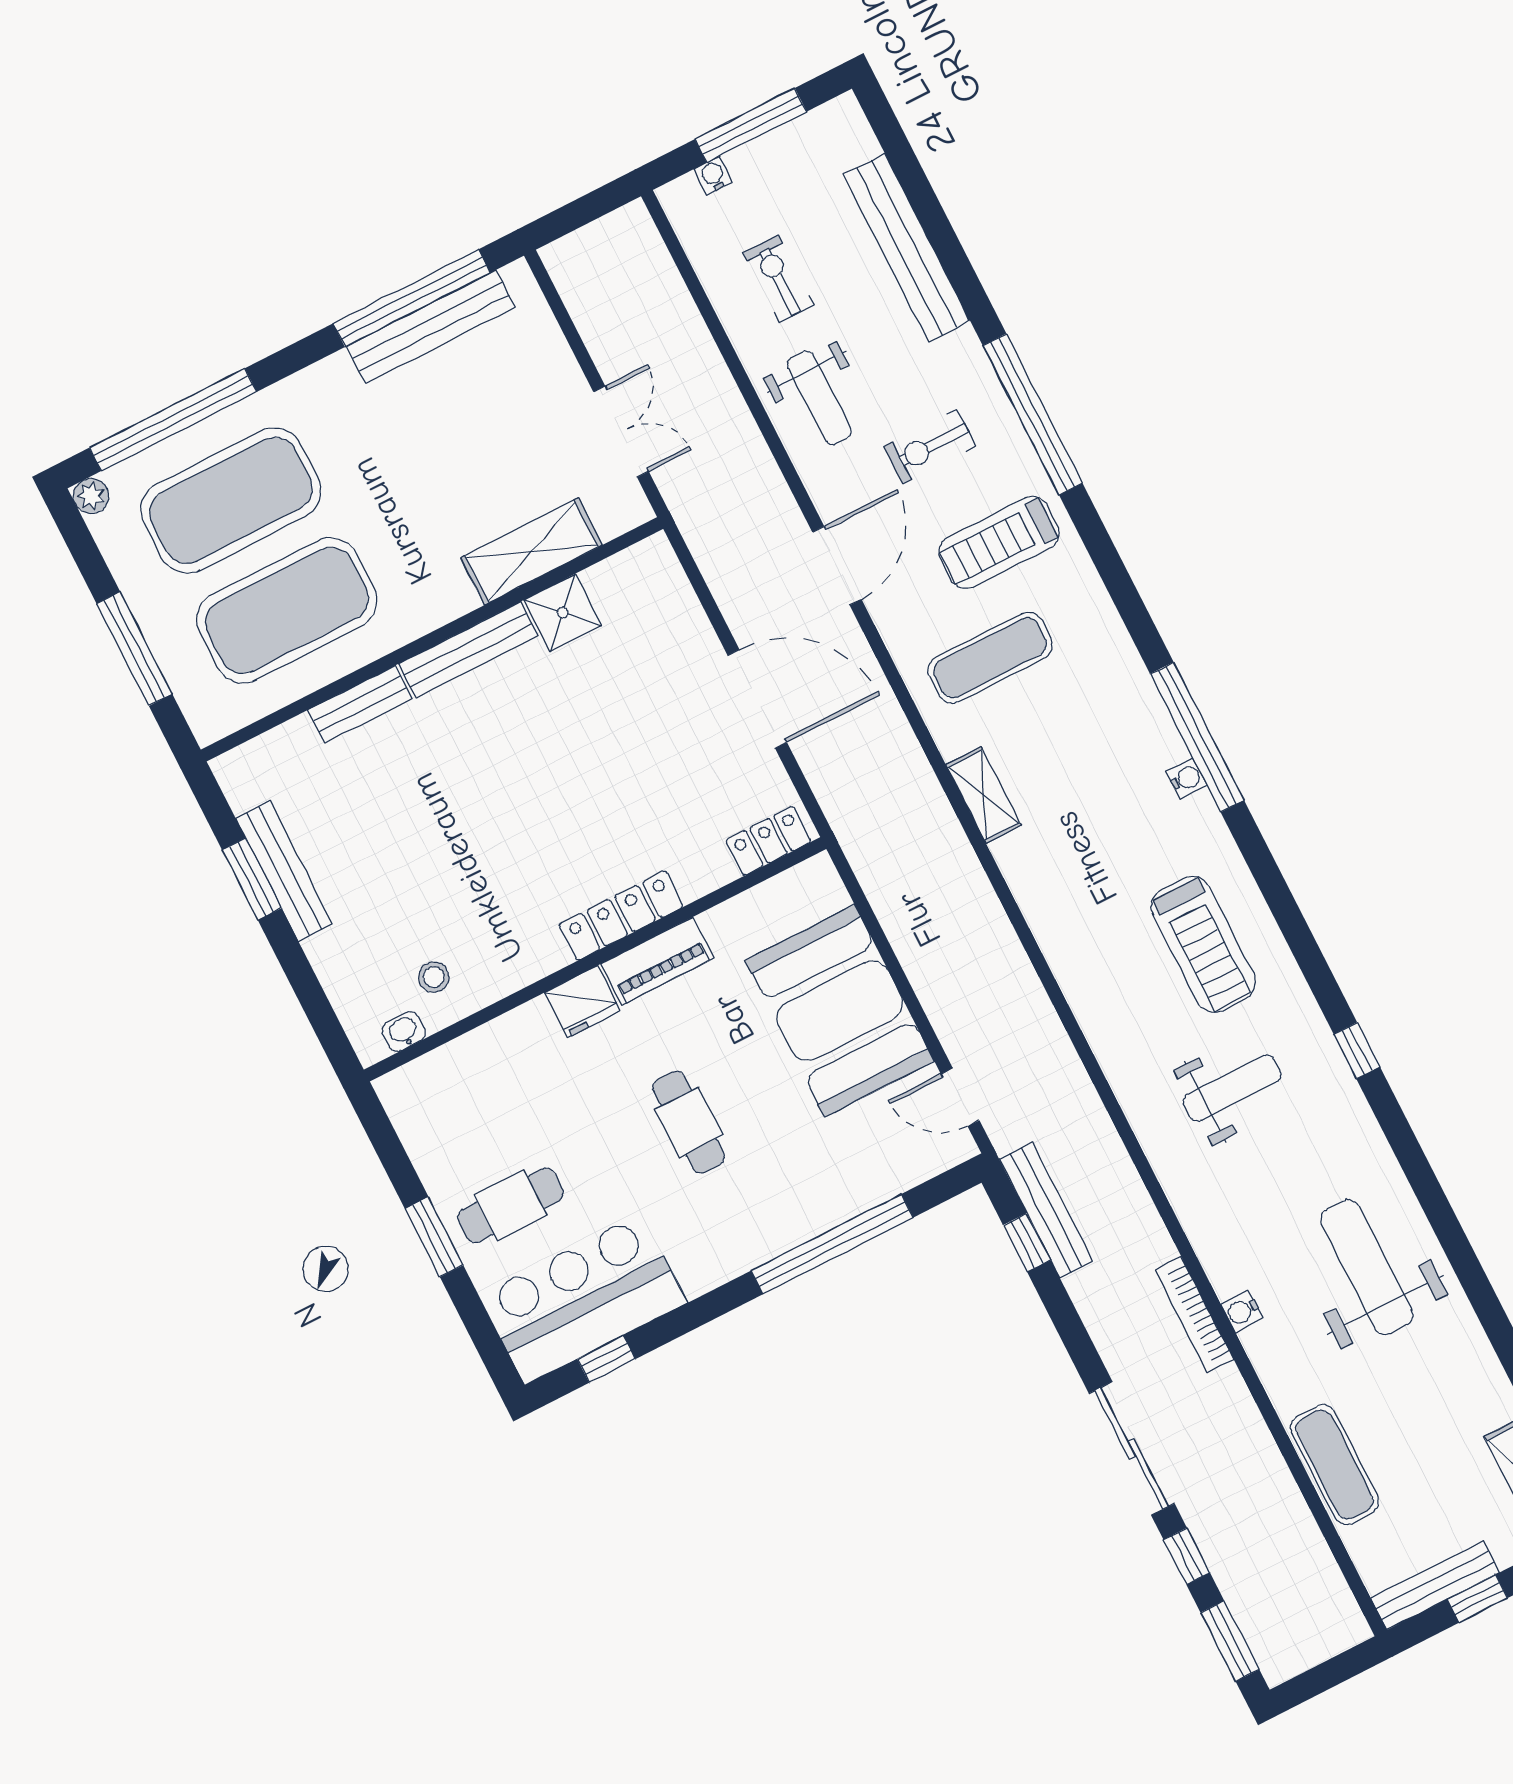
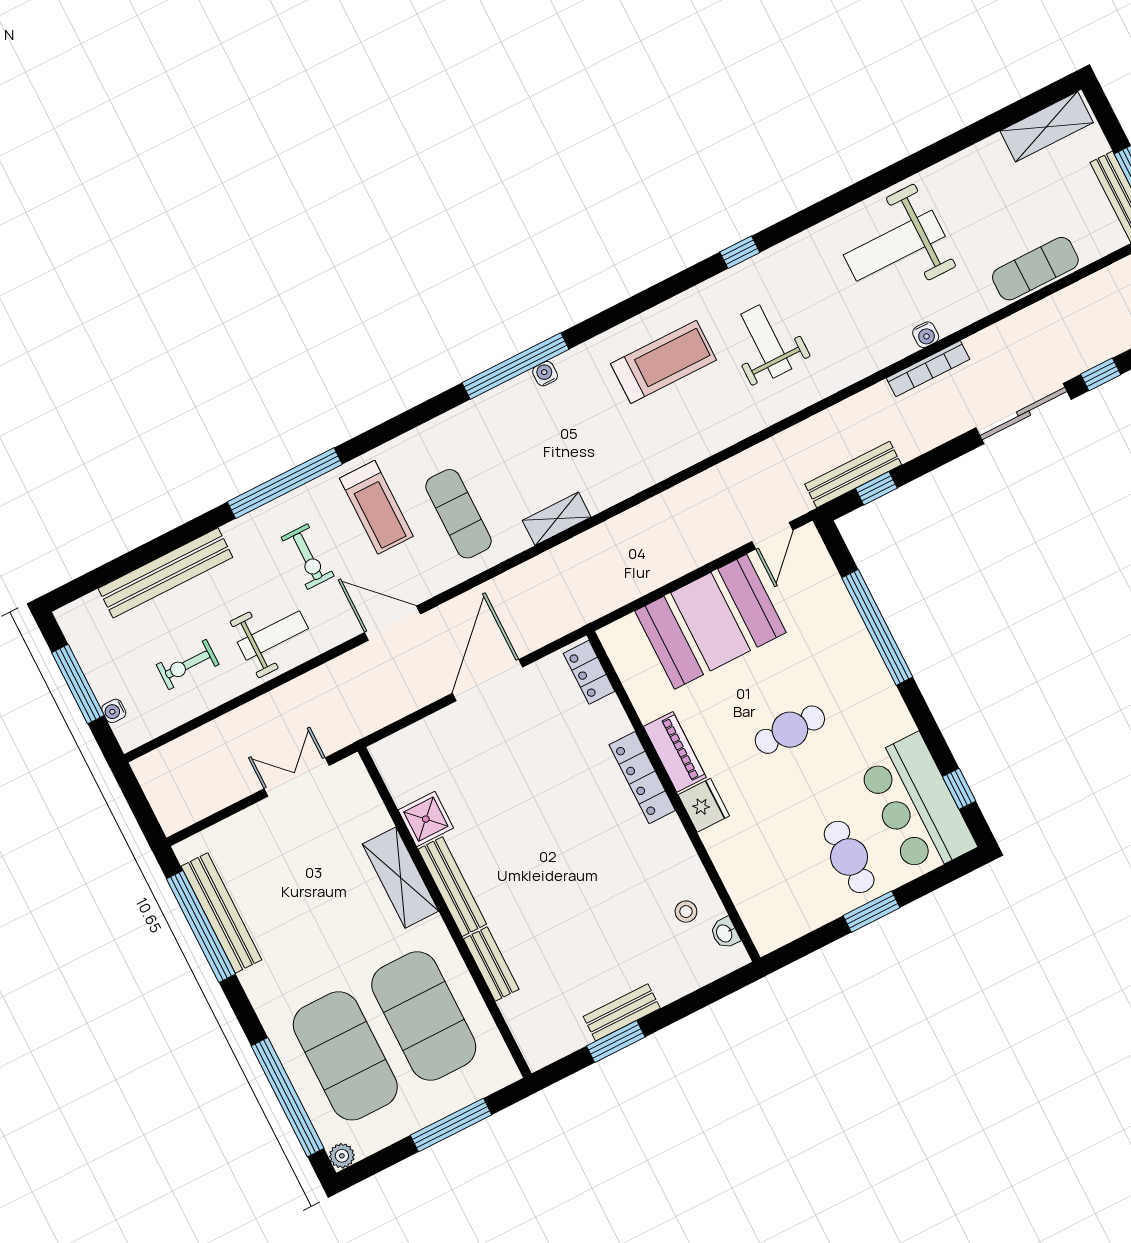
shelving: (532, 551) -> (401, 878), moved
bench: (284, 871) -> (622, 1012), width x0.73

